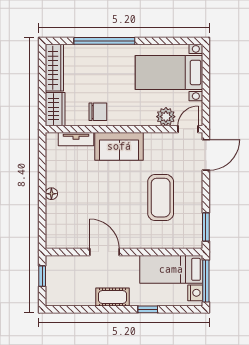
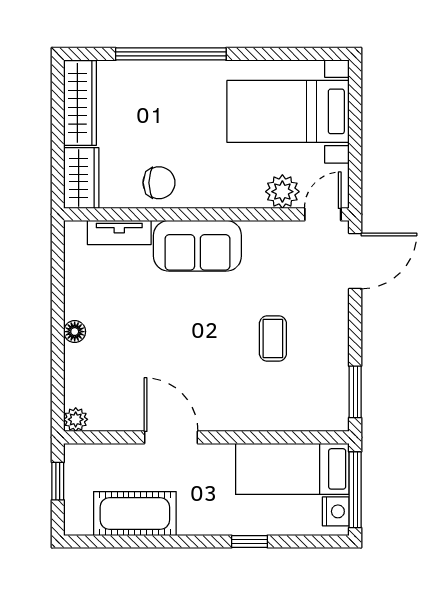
coffee table: (161, 198) -> (273, 339), width x0.54, depth x0.58
plant: (52, 242) -> (76, 419), added
cot: (113, 297) -> (135, 514), moved, width x1.37, depth x1.34

